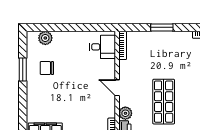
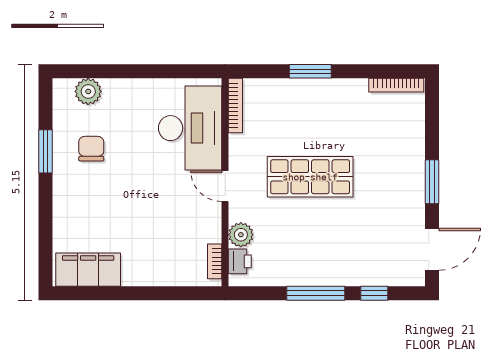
desk: (103, 47) -> (190, 128), width x1.87, depth x1.30
chair: (47, 68) -> (91, 149), turned 90
shop shelf: (164, 102) -> (310, 177), moved, turned 90

